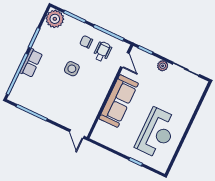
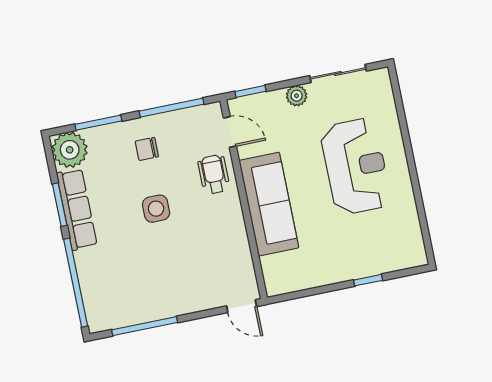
wheelchair: (102, 52) -> (214, 174), moved
row of seats: (31, 63) -> (77, 209), moved, width x1.48
reception desk: (157, 133) -> (356, 166), moved

